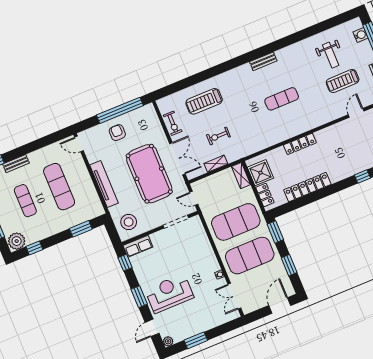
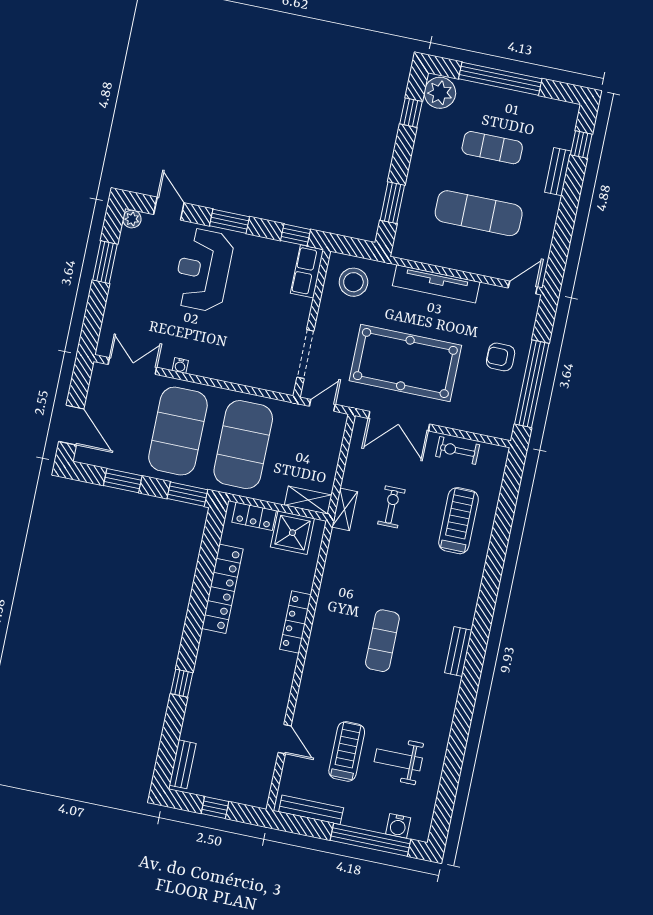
armchair: (117, 133) -> (501, 357), turned 180
shelving: (216, 164) -> (345, 509), moved
reception desk: (169, 293) -> (203, 270), turned 180

